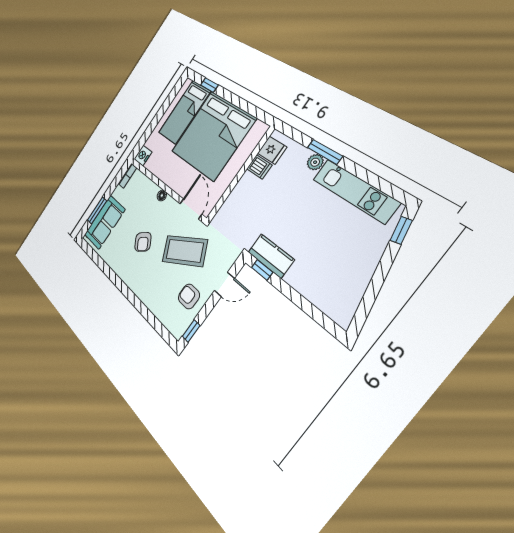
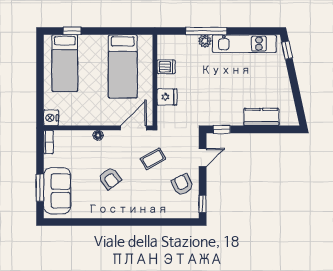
bed: (213, 135) -> (123, 66), width x0.49
fridge: (272, 150) -> (167, 97), moved
window: (325, 152) -> (206, 31), width x1.44
door: (191, 209) -> (133, 128), hinge flipped
coffee table: (185, 251) -> (153, 159), width x0.54, depth x0.58
kitchen counter: (271, 256) -> (261, 117), moved
armchair: (189, 296) -> (182, 185), turned 66

